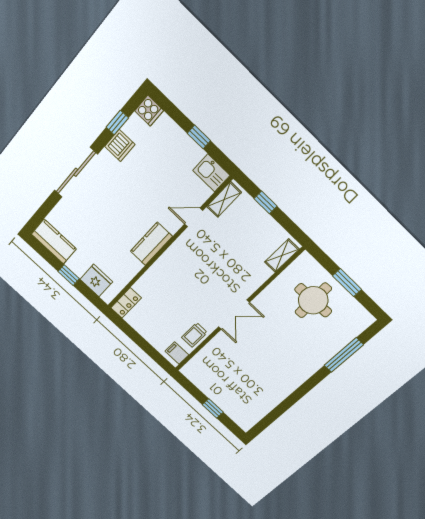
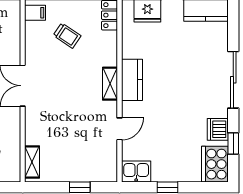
cooker: (149, 111) -> (215, 164), width x1.87, depth x1.31
shelving: (224, 200) -> (110, 84), moved
trolley: (194, 335) -> (67, 36), moved, turned 124

